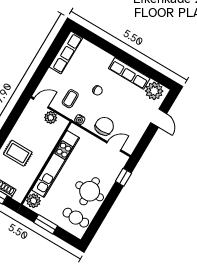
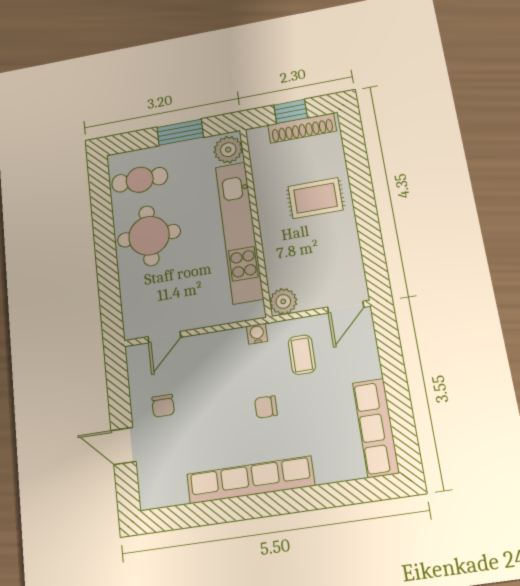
row of seats: (129, 73) -> (250, 480), width x1.36
plant: (154, 91) -> (166, 487), removed
plant: (51, 118) -> (283, 301), moved
chair: (104, 126) -> (163, 406), moved, width x0.54, depth x0.54
window: (123, 177) -> (110, 302), removed

